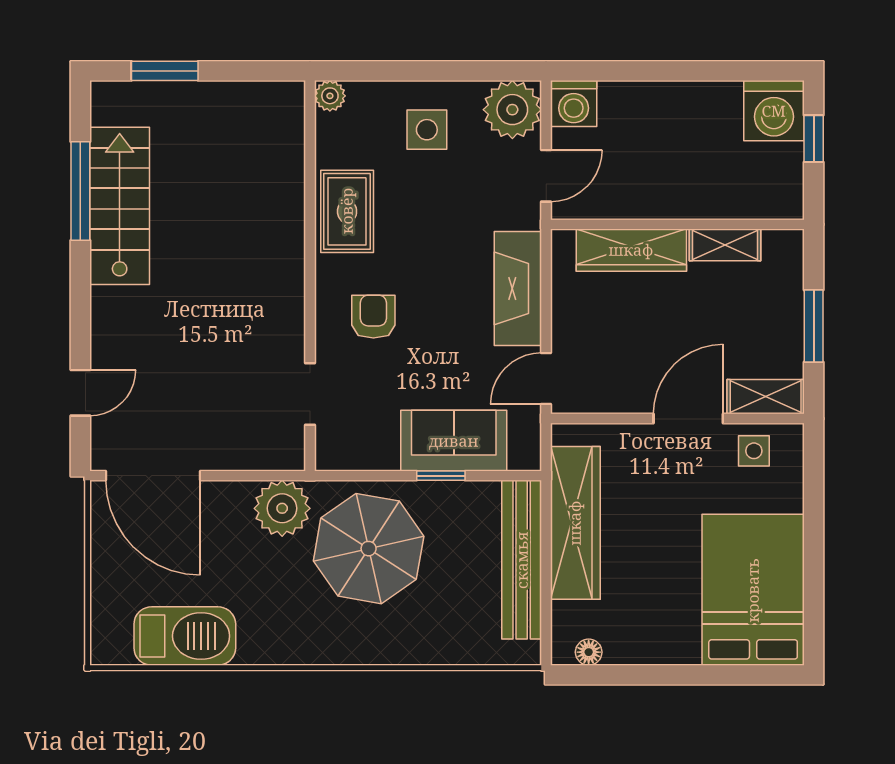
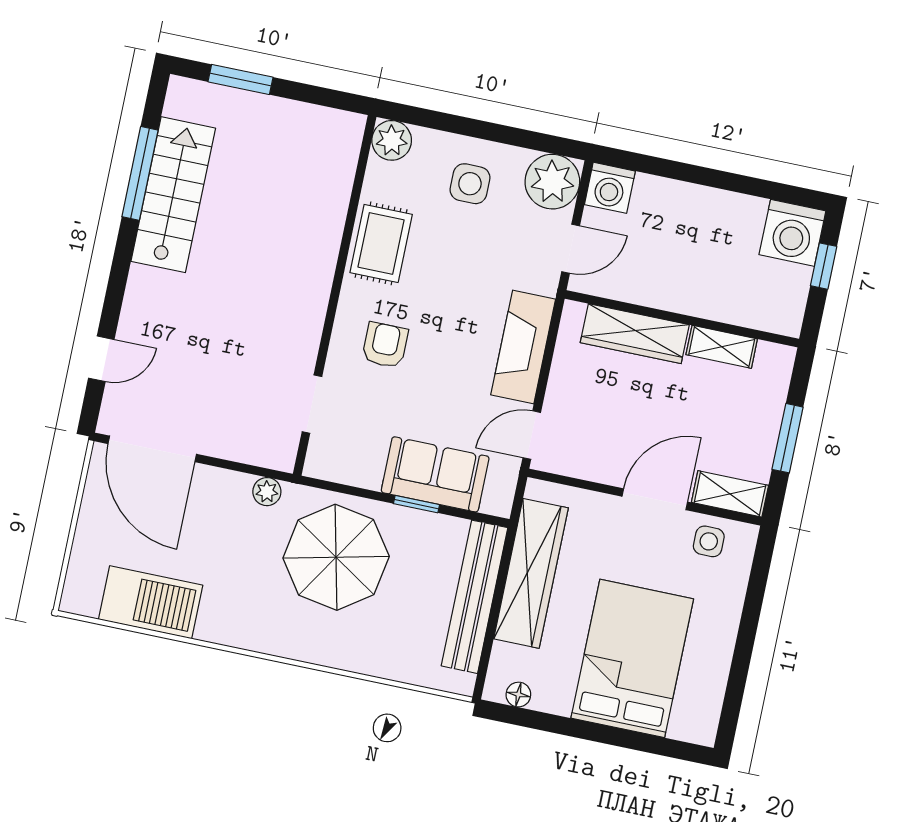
plant: (330, 96) -> (392, 140), width x1.38, depth x1.38
plant: (282, 508) -> (267, 492), width x0.53, depth x0.53
bed: (753, 590) -> (632, 658), moved

